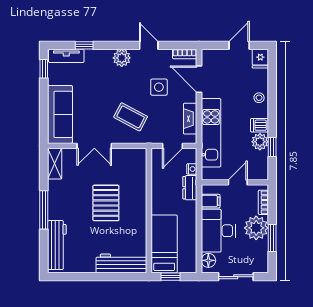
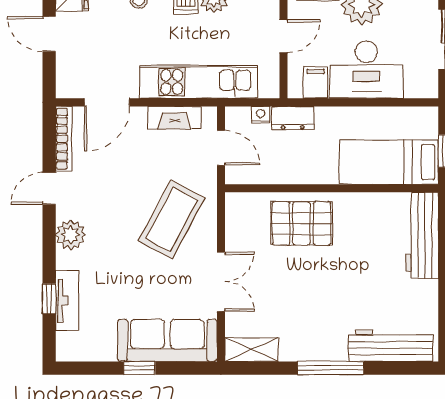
bookcase: (185, 54) -> (64, 139), width x1.56
tv unit: (66, 56) -> (67, 301), moved
window: (44, 69) -> (139, 368), moved
side table: (159, 87) -> (121, 171), removed
coffee table: (131, 117) -> (171, 220), width x1.36, depth x1.32
door: (238, 182) -> (283, 36), swing flipped
pallet: (106, 203) -> (301, 223), moved
floor lamp: (208, 260) -> (417, 86), removed

